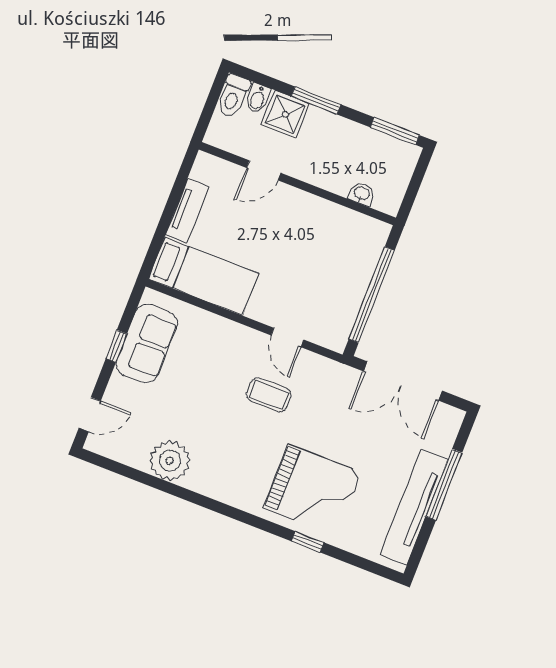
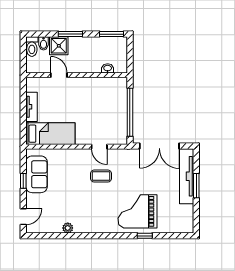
door: (264, 170) -> (59, 75), swing flipped
plant: (170, 461) -> (68, 228), width x0.53, depth x0.53
window: (444, 485) -> (196, 186), width x0.69
grand piano: (312, 490) -> (137, 211), turned 180
tv unit: (414, 507) -> (187, 176), moved

